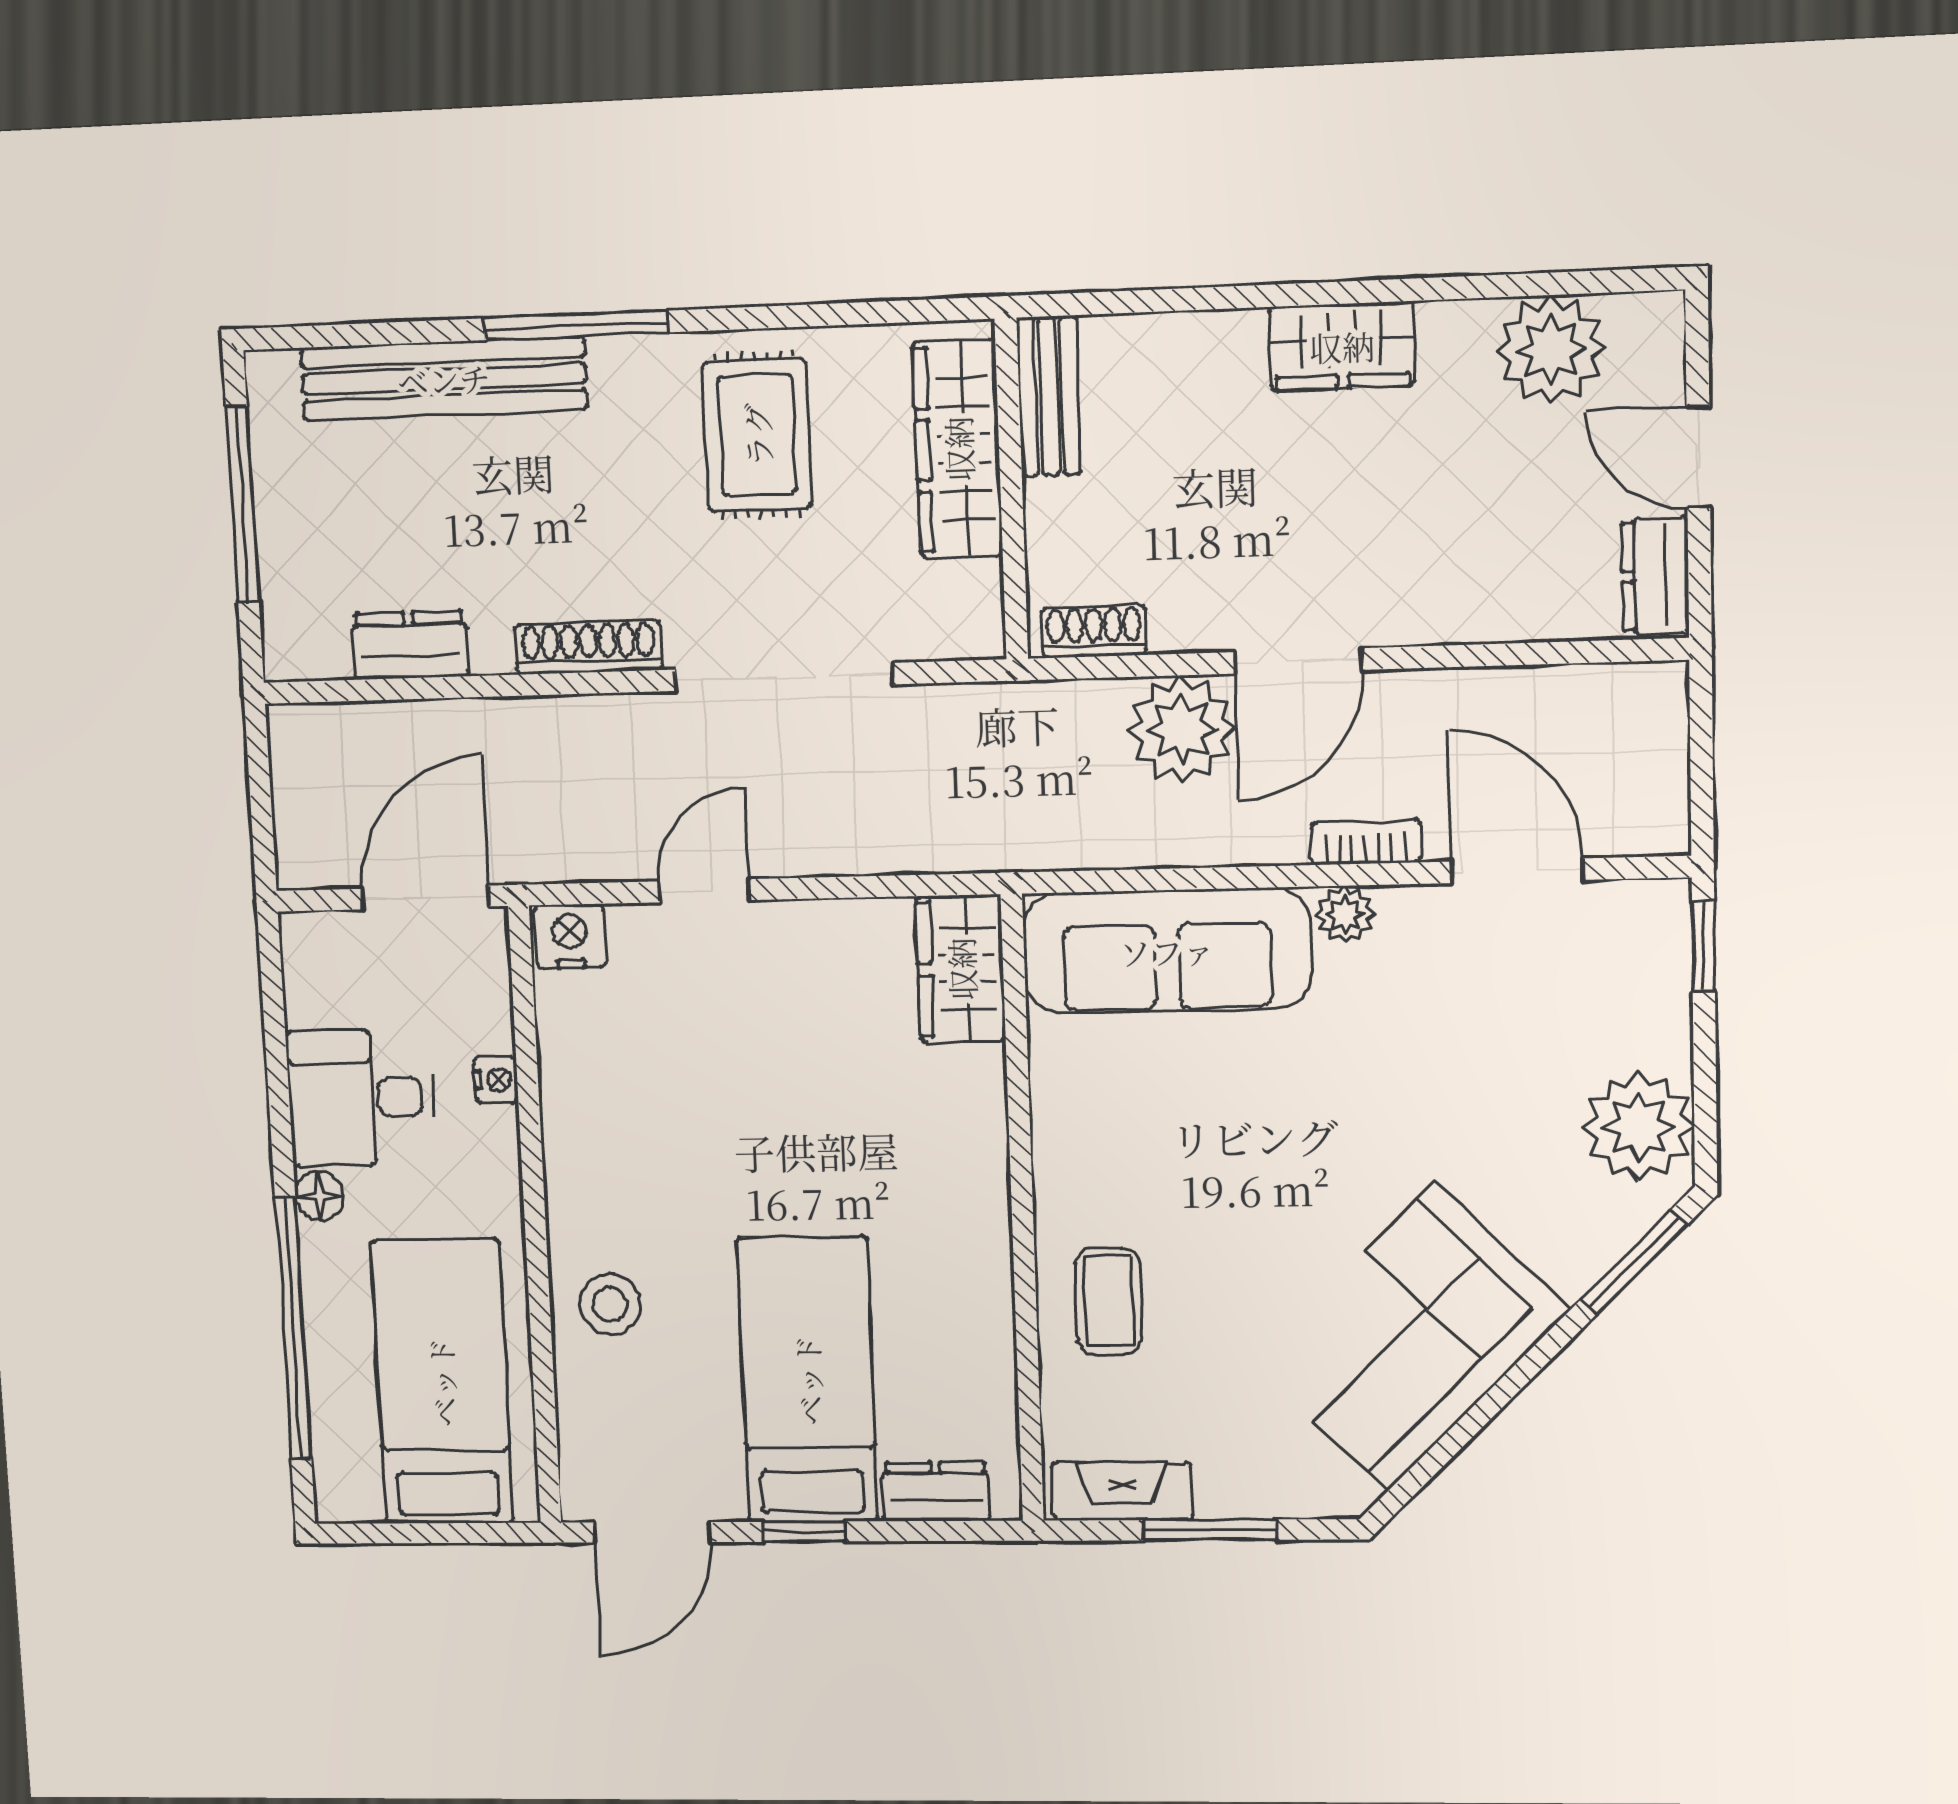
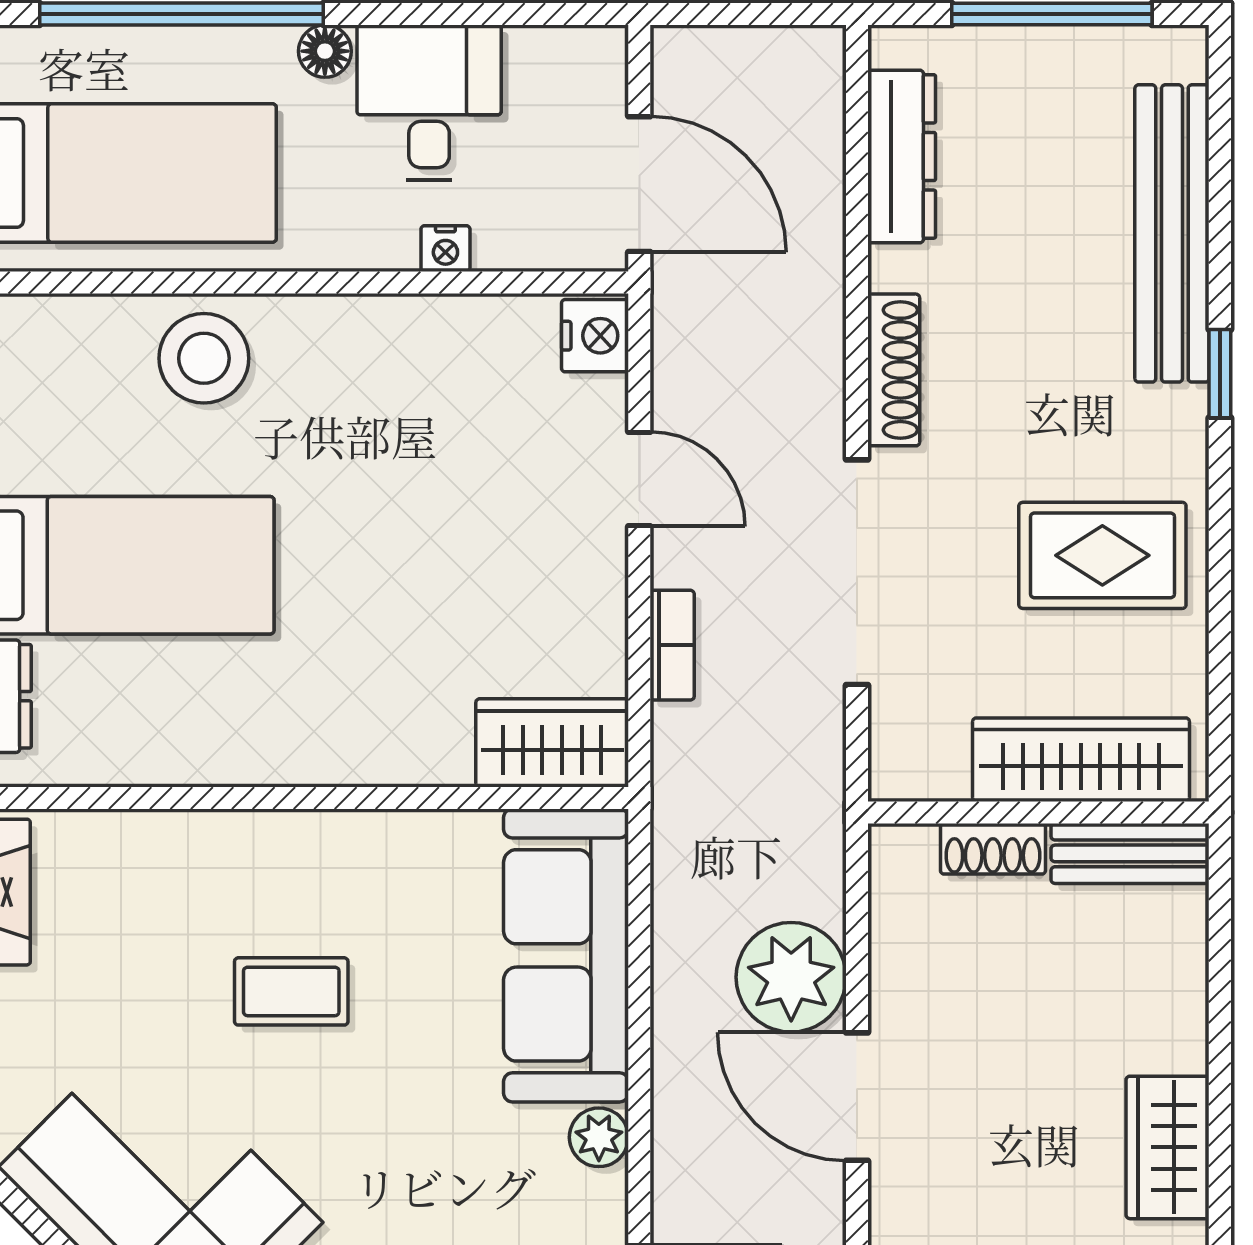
window: (576, 325) -> (1220, 374), width x0.46
shoe rack: (1094, 631) -> (993, 849), moved, turned 90
dresser: (410, 645) -> (902, 156), width x1.44
bookcase: (1366, 842) -> (672, 645), moved
coffee table: (1109, 1301) -> (291, 991), moved
stool: (610, 1304) -> (204, 358), width x1.38, depth x1.38

